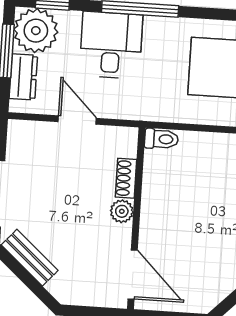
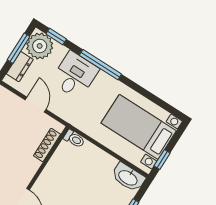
shoe rack: (126, 178) -> (47, 145), width x1.43
plant: (122, 211) -> (33, 165), removed

